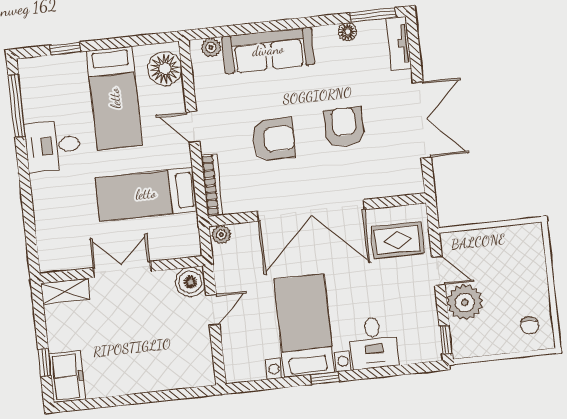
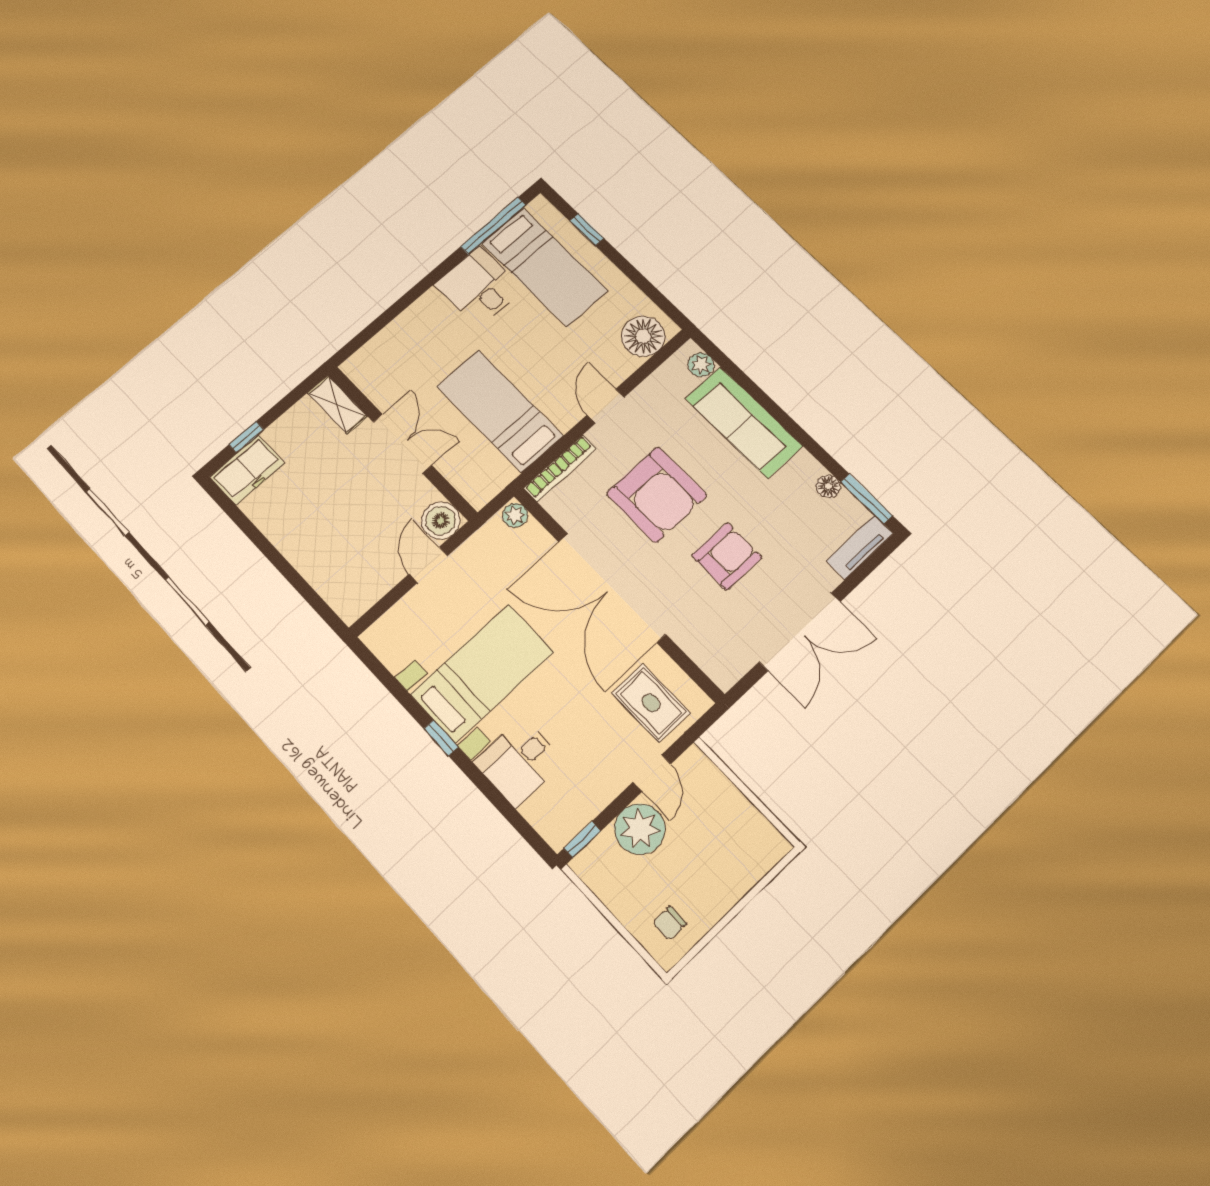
bed: (115, 98) -> (545, 267), moved, turned -90
armchair: (273, 139) -> (657, 494), width x1.36, depth x1.36
door: (213, 310) -> (428, 565), swing flipped

